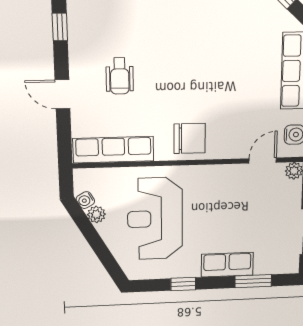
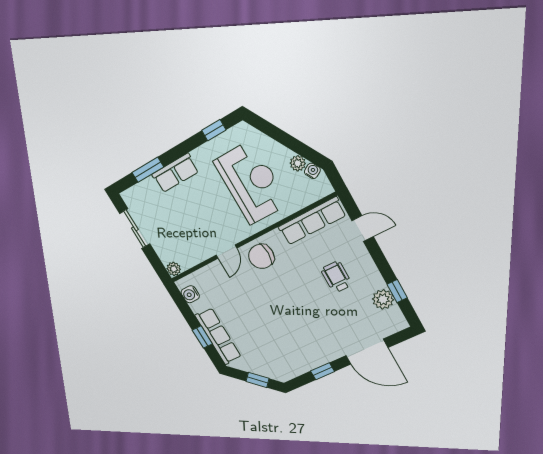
plant: (81, 25) -> (383, 299), added
door: (63, 94) -> (363, 229), moved
door: (263, 160) -> (226, 252), moved
window: (183, 284) -> (214, 130), moved

